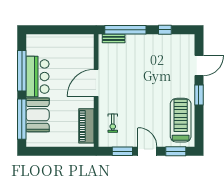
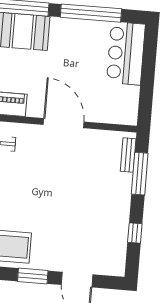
window: (125, 30) -> (140, 174), width x0.68
bar counter: (37, 77) -> (126, 53), moved, turned 90

